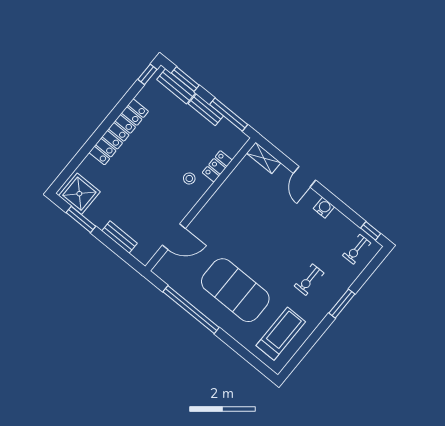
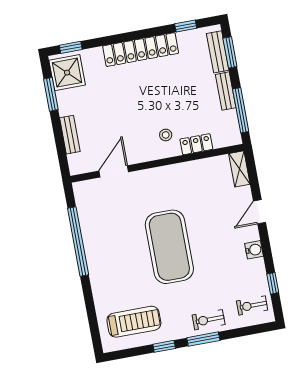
window: (147, 74) -> (186, 26), moved
window: (67, 173) -> (71, 47), added
window: (371, 231) -> (273, 283), moved
door: (174, 237) -> (114, 171), swing flipped
exercise bike: (309, 280) -> (209, 320), moved
exercise mat: (235, 290) -> (169, 247), moved
window: (318, 333) -> (164, 346), added

